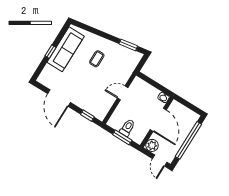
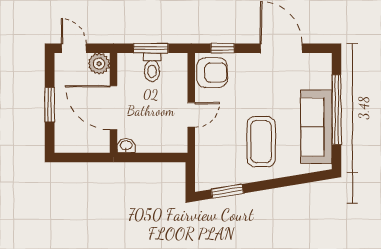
window: (51, 52) -> (337, 110), width x3.17
coffee table: (97, 59) -> (261, 142), width x1.86, depth x1.72
armchair: (100, 107) -> (212, 73), added
window: (188, 140) -> (50, 105), width x0.47

